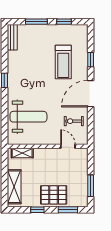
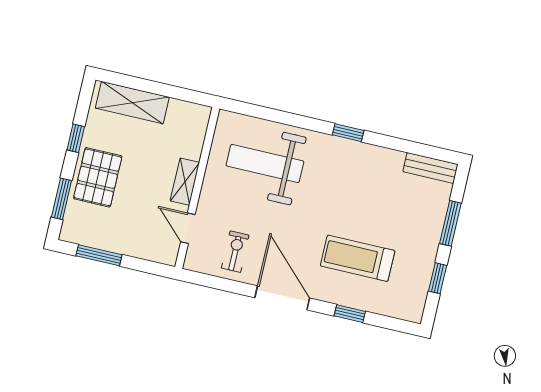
weight bench: (28, 117) -> (265, 164), turned 90
door: (68, 146) -> (188, 228), swing flipped
shelving: (22, 153) -> (185, 182), moved

